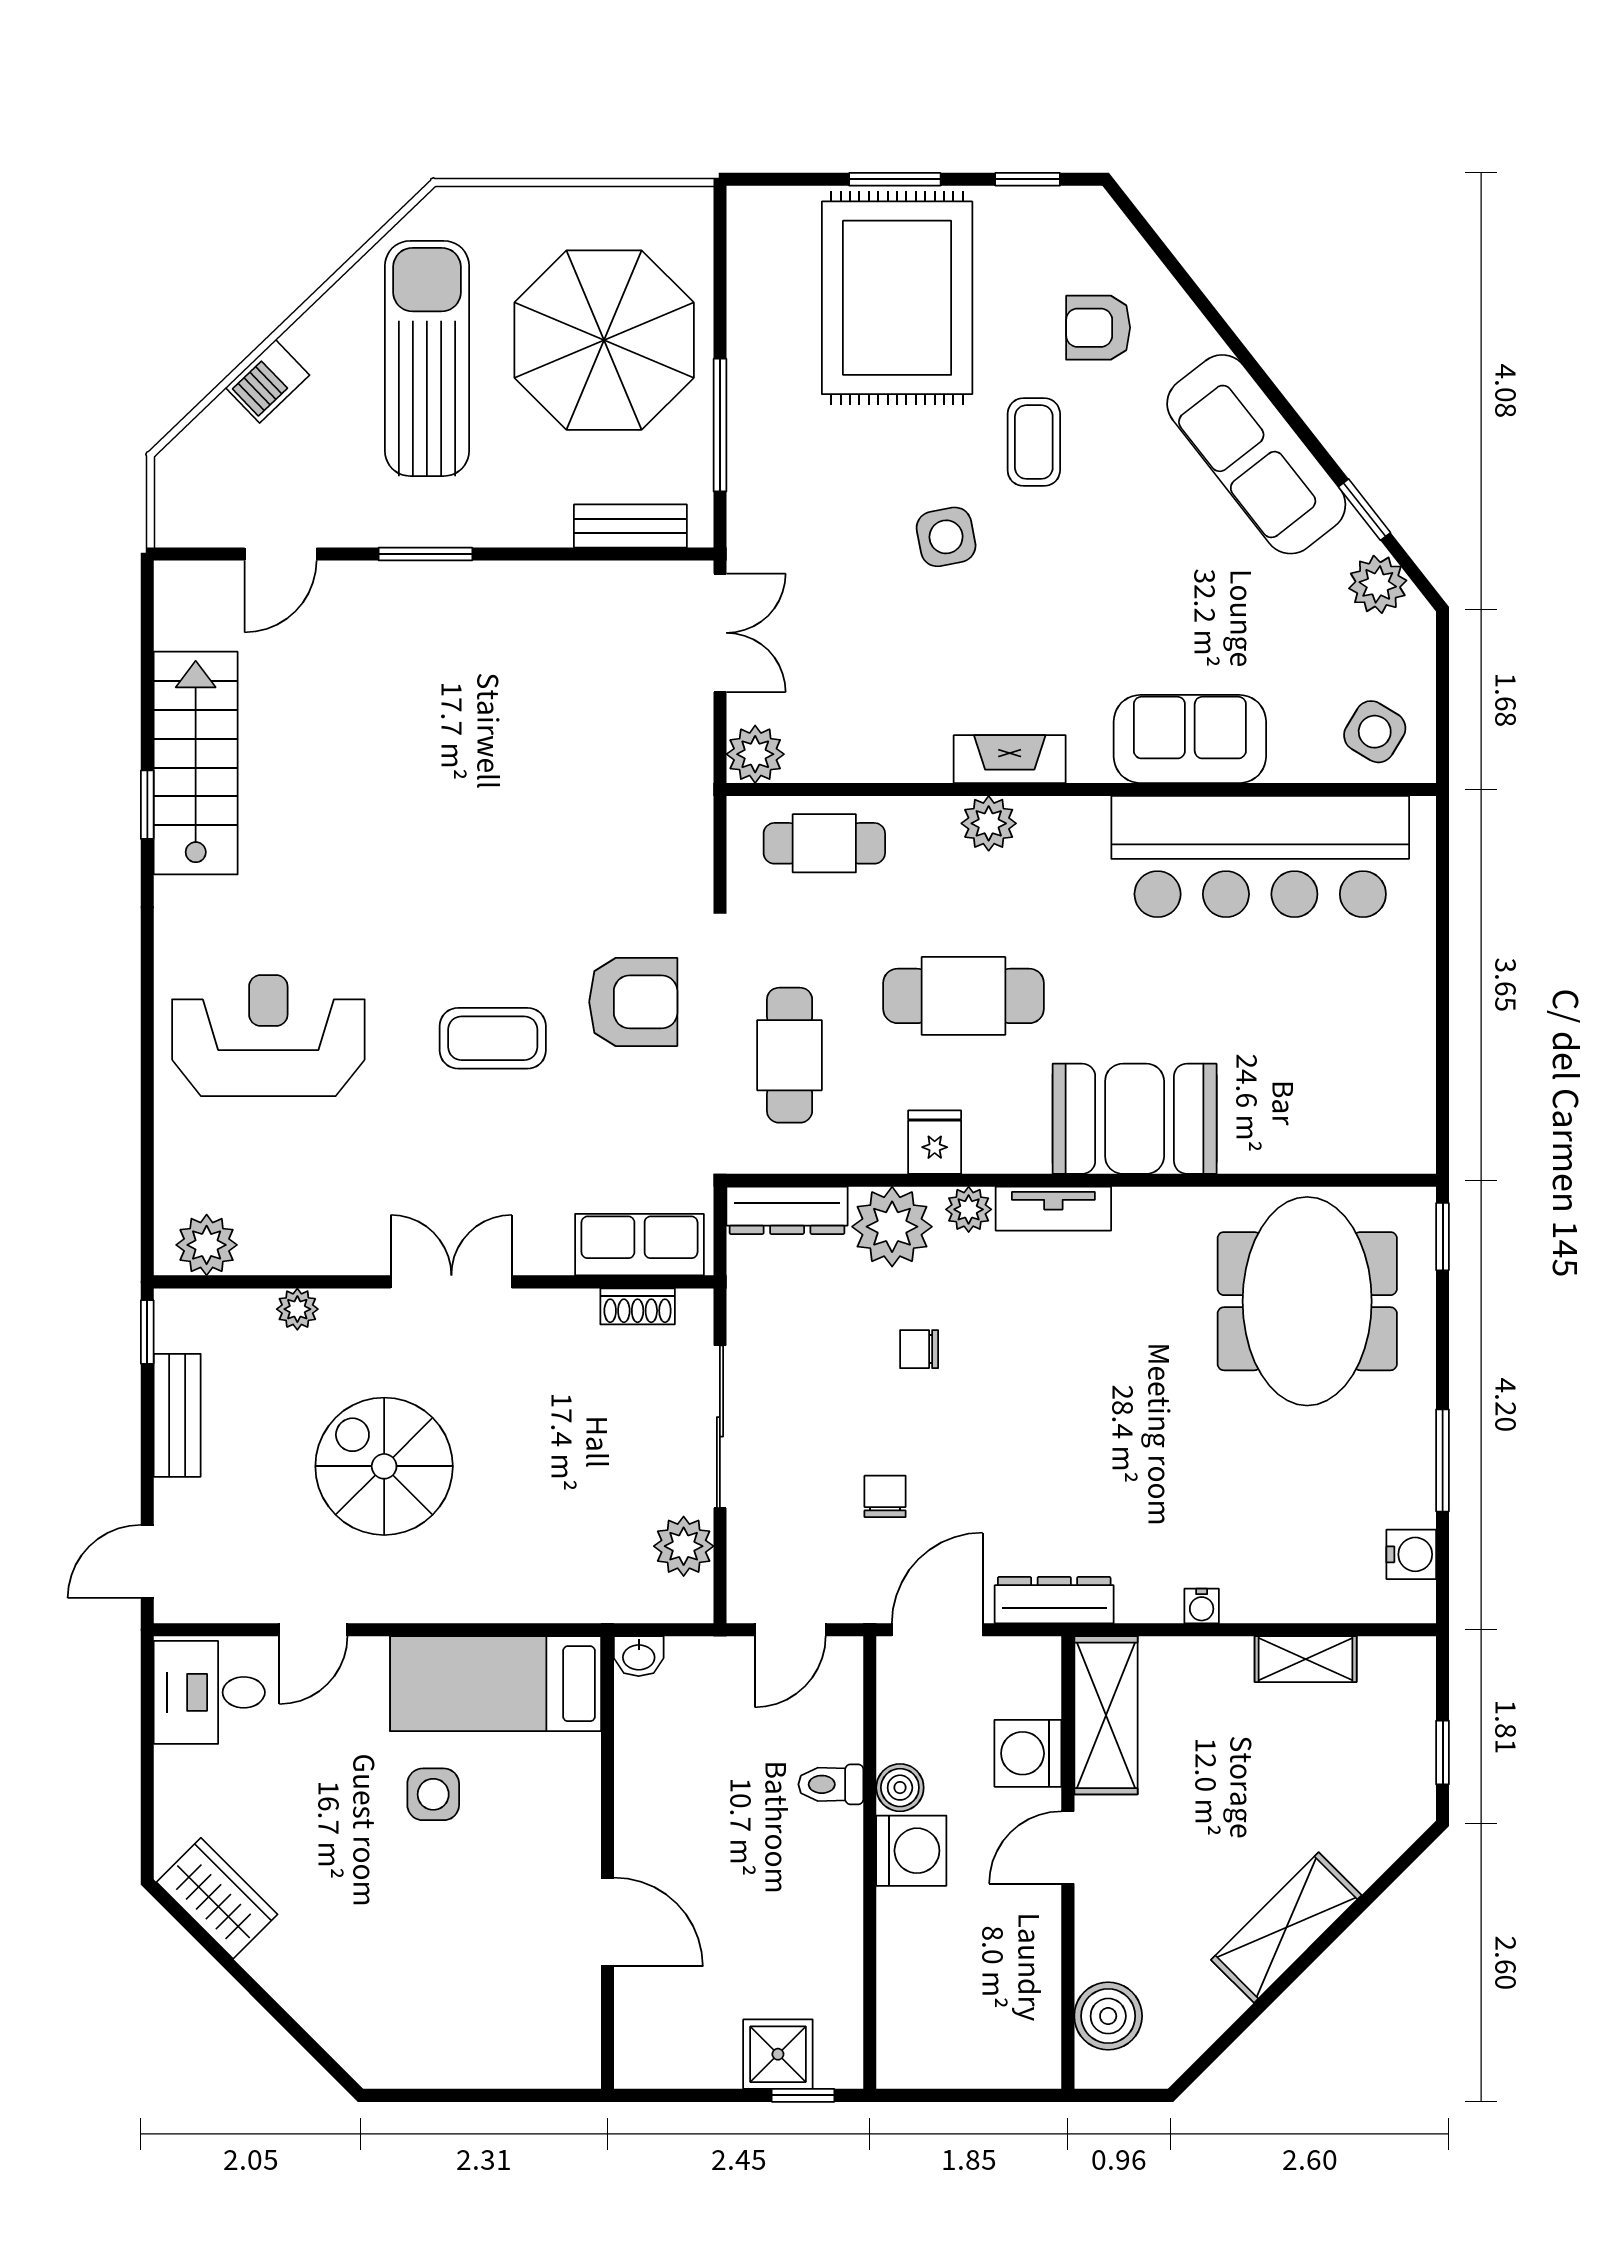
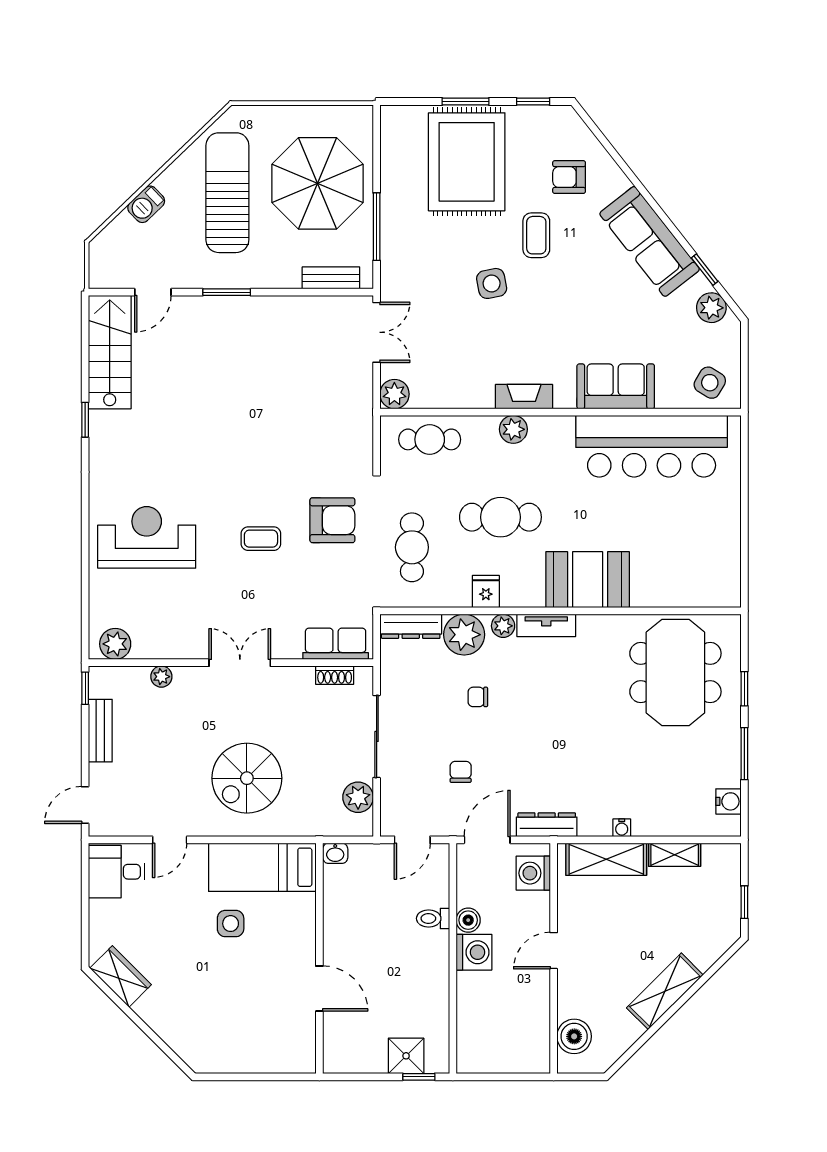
stairs: (196, 763) -> (110, 352), moved
coffee table: (493, 1038) -> (261, 539), width x0.73, depth x0.77
window: (1443, 1237) -> (744, 689), moved
spiral stairs: (384, 1466) -> (247, 778), moved, turned -90
shelving: (1106, 1715) -> (606, 859), moved, turned 90
washing machine: (1028, 1753) -> (533, 873), moved

